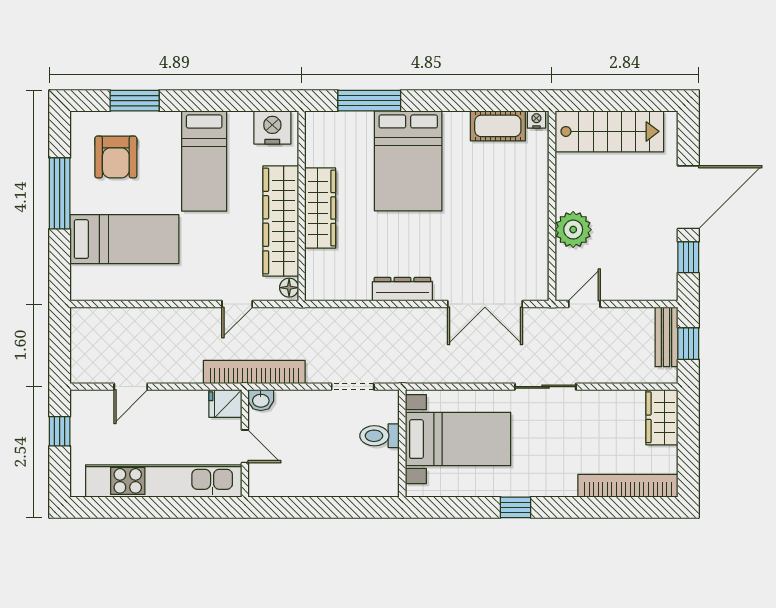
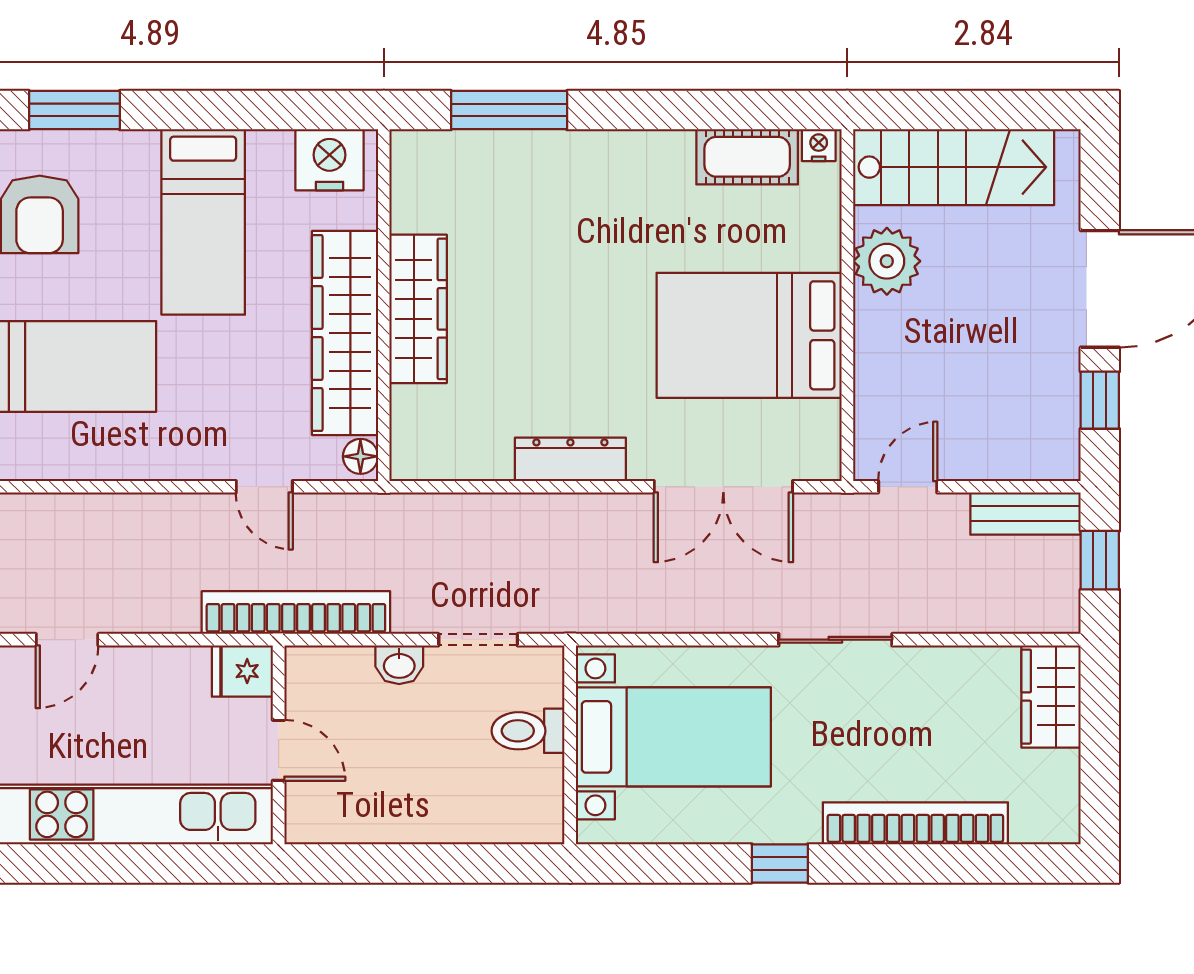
bed: (408, 161) -> (749, 335), moved, turned 90
plant: (573, 230) -> (887, 261), moved
door: (237, 304) -> (264, 487), hinge flipped
bench: (667, 337) -> (1026, 514), moved, turned 90
washbasin: (261, 400) -> (399, 665), moved
bookcase: (628, 486) -> (915, 823), moved

